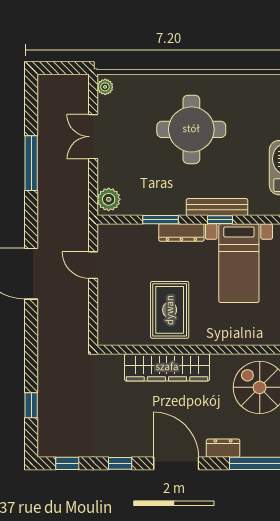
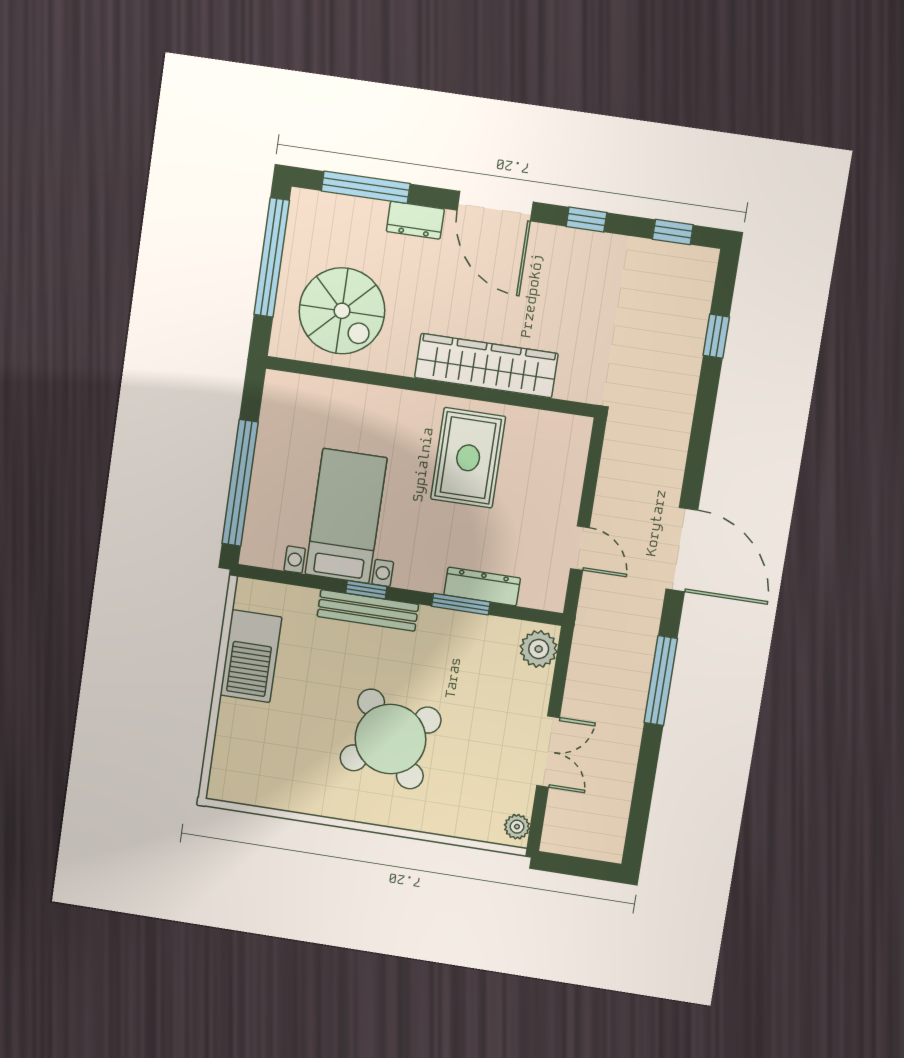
round table: (191, 129) -> (390, 739), turned -36
window: (31, 163) -> (661, 681), moved
dresser: (181, 233) -> (482, 587), moved

